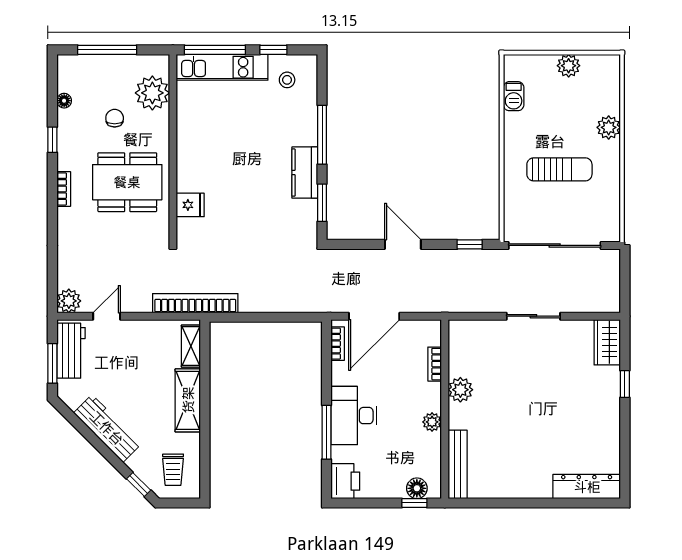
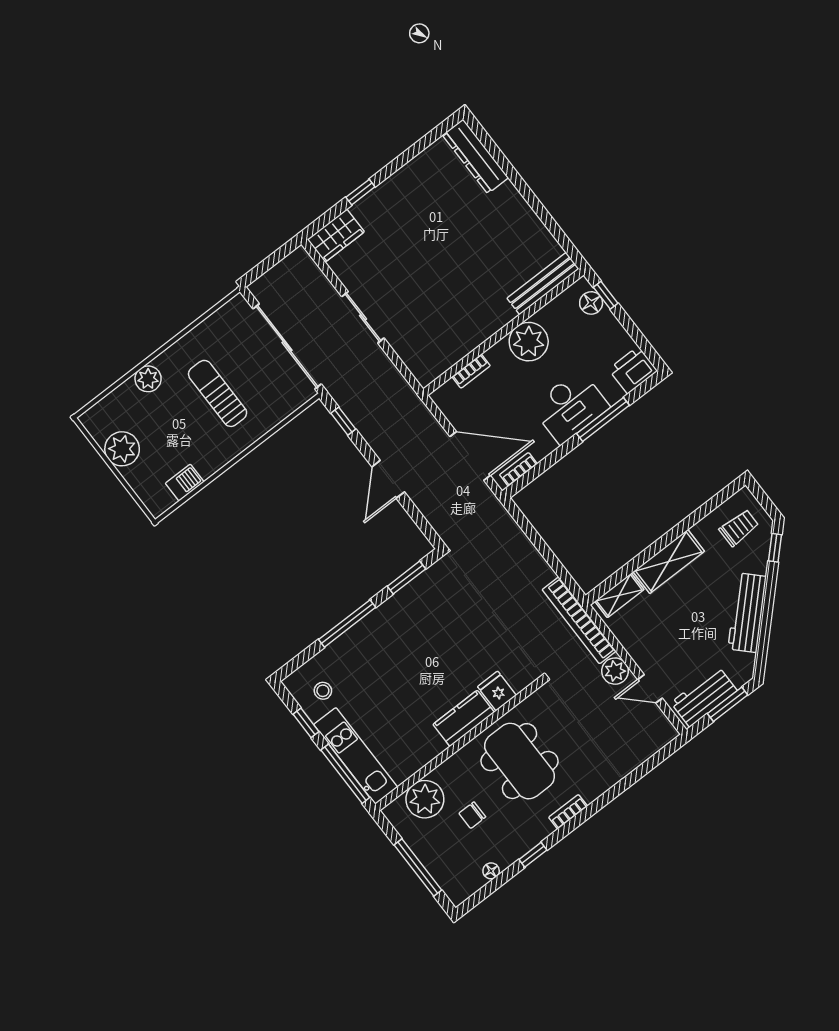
plant: (569, 66) -> (122, 449), width x1.36, depth x1.36
kitchen counter: (305, 173) -> (464, 718), moved, turned 180
plant: (69, 301) -> (615, 671), moved
plant: (460, 390) -> (476, 331), removed
plant: (432, 422) -> (529, 342), width x1.87, depth x1.87

